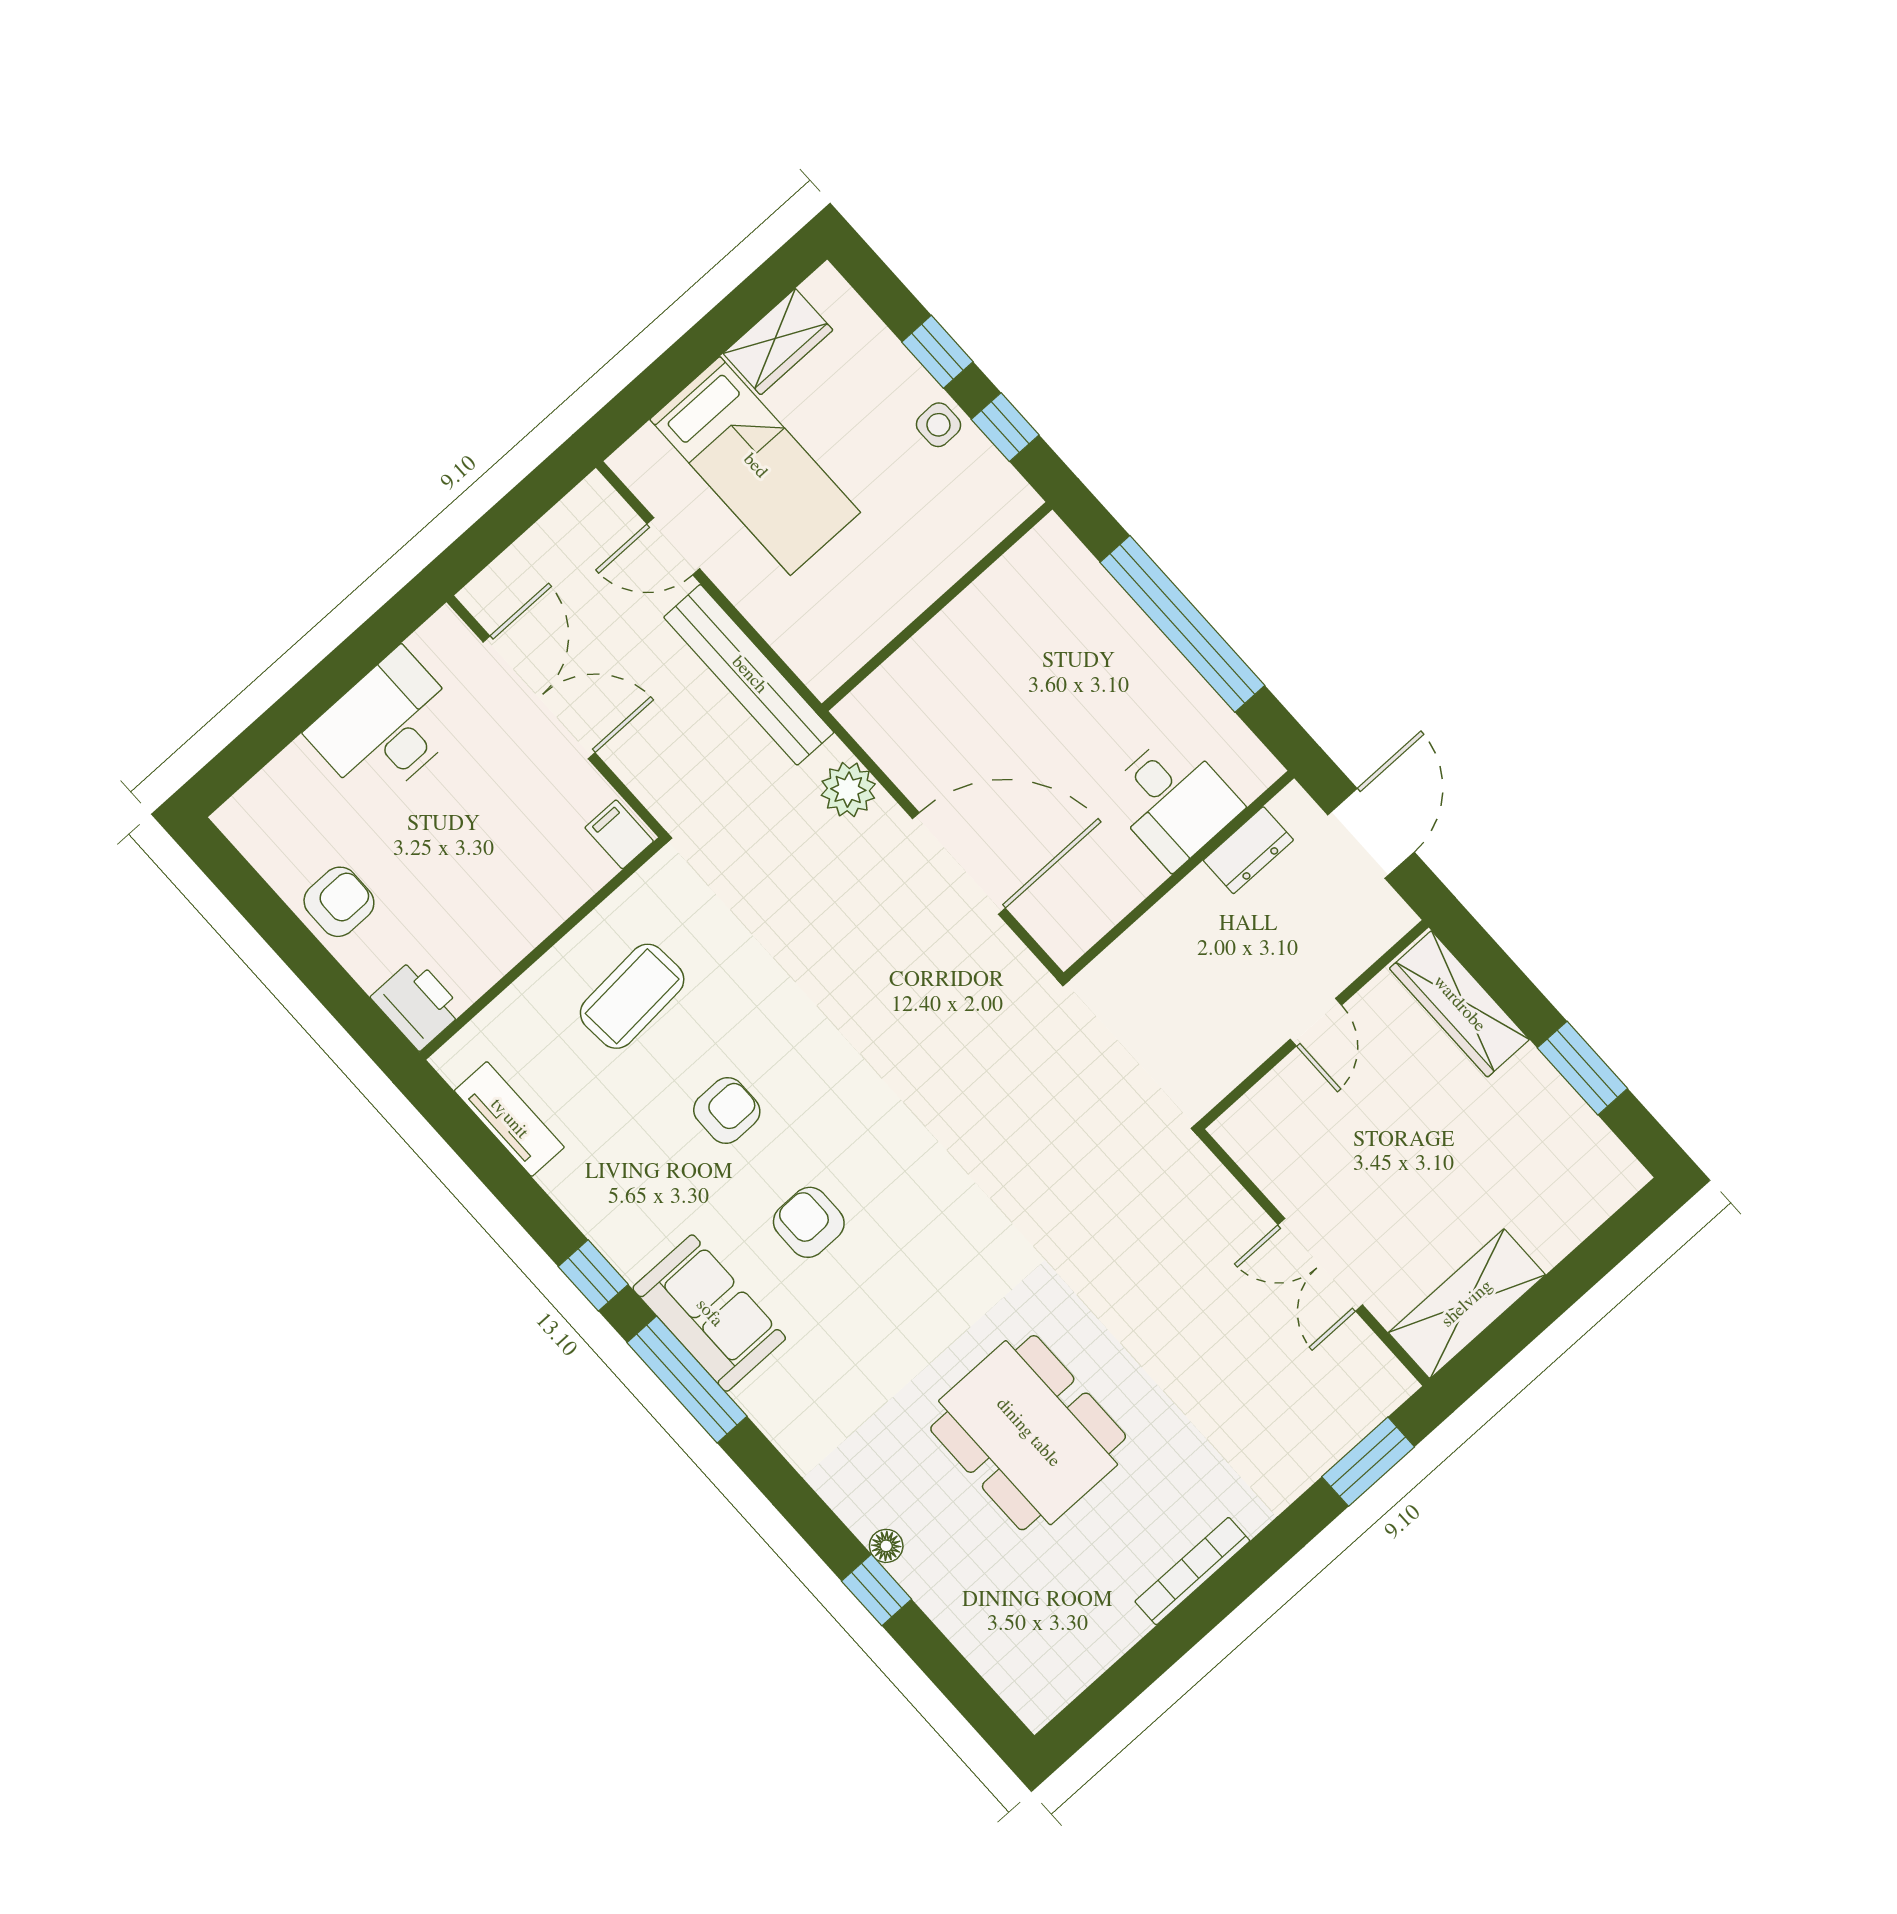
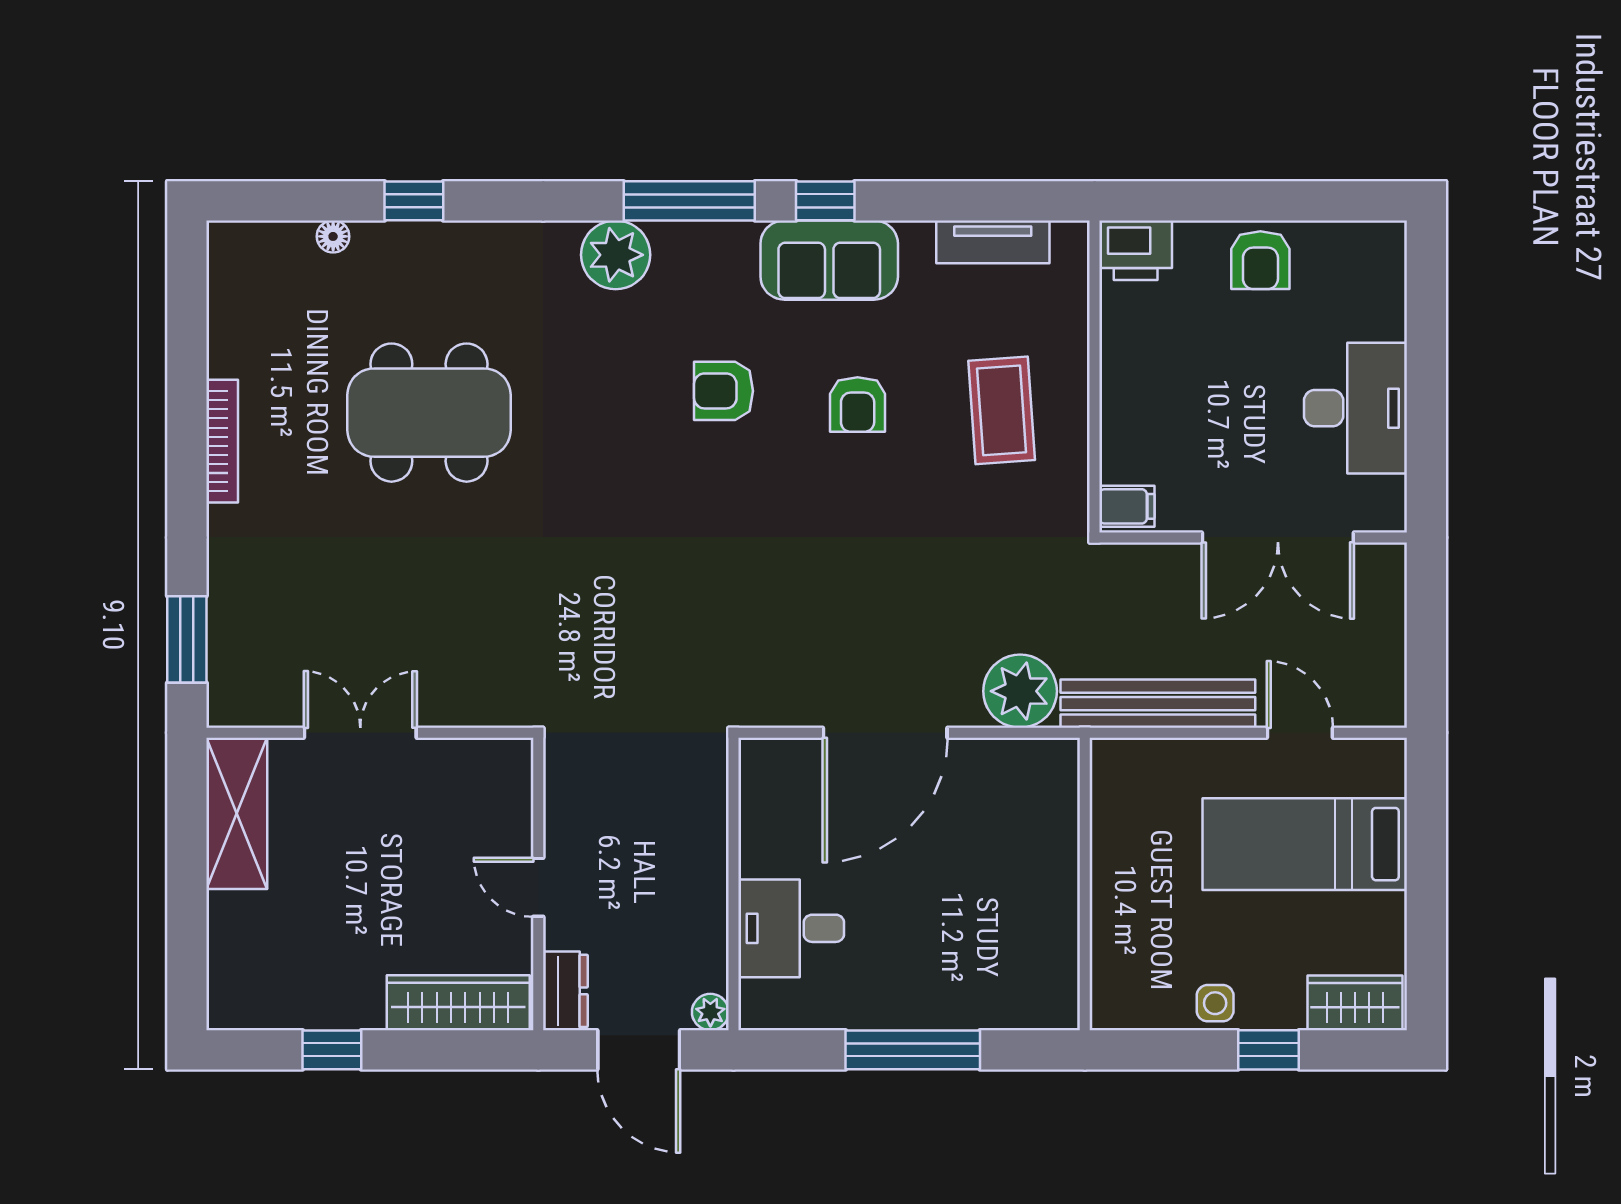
wardrobe: (778, 342) -> (1355, 1003), moved, turned 90
window: (1005, 427) -> (1170, 1050), removed
door: (673, 546) -> (1300, 733), hinge flipped
window: (1182, 624) -> (913, 1050), width x0.68
plant: (848, 790) -> (1020, 691), width x1.36, depth x1.36
plant: (1293, 805) -> (710, 1012), added
dresser: (1248, 850) -> (565, 991), moved, turned 180
window: (1582, 1068) -> (332, 1050), width x0.67
armchair: (809, 1222) -> (723, 391), turned 180
sofa: (709, 1313) -> (829, 260), moved
plant: (779, 1399) -> (616, 255), added
floor lamp: (886, 1546) -> (333, 236), moved

